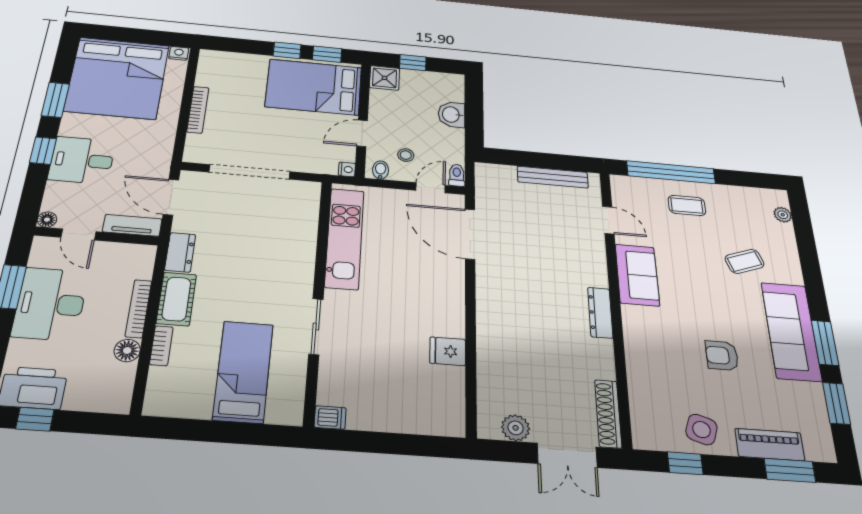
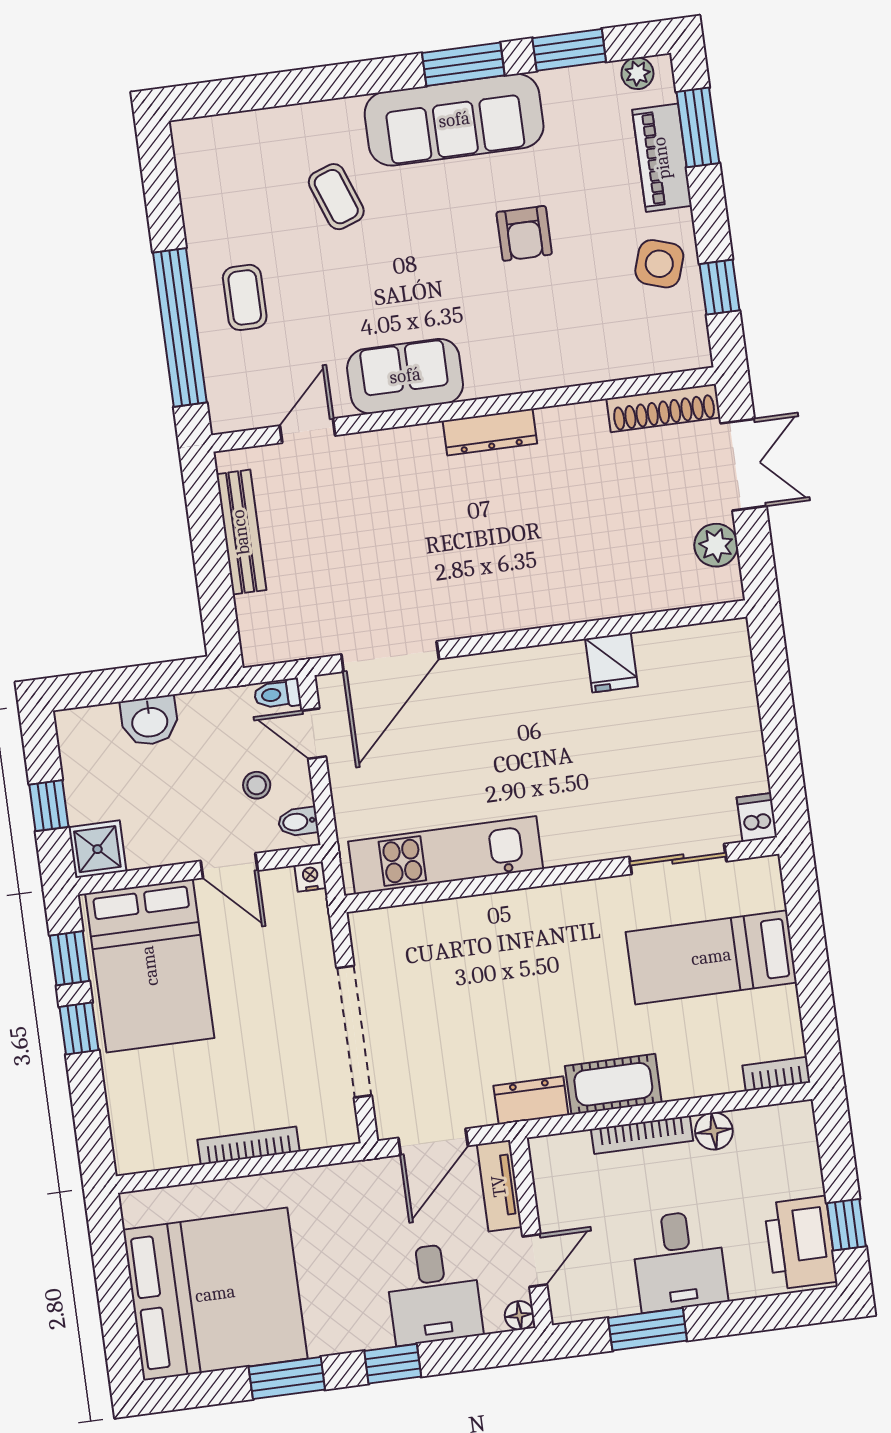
nightstand: (179, 53) -> (135, 1209), removed
desk: (82, 160) -> (434, 1293), moved
plant: (783, 215) -> (637, 73), moved
desk: (50, 304) -> (679, 1261), width x0.73
sliding door: (316, 326) -> (678, 859), moved
bookcase: (161, 346) -> (776, 1074), moved

